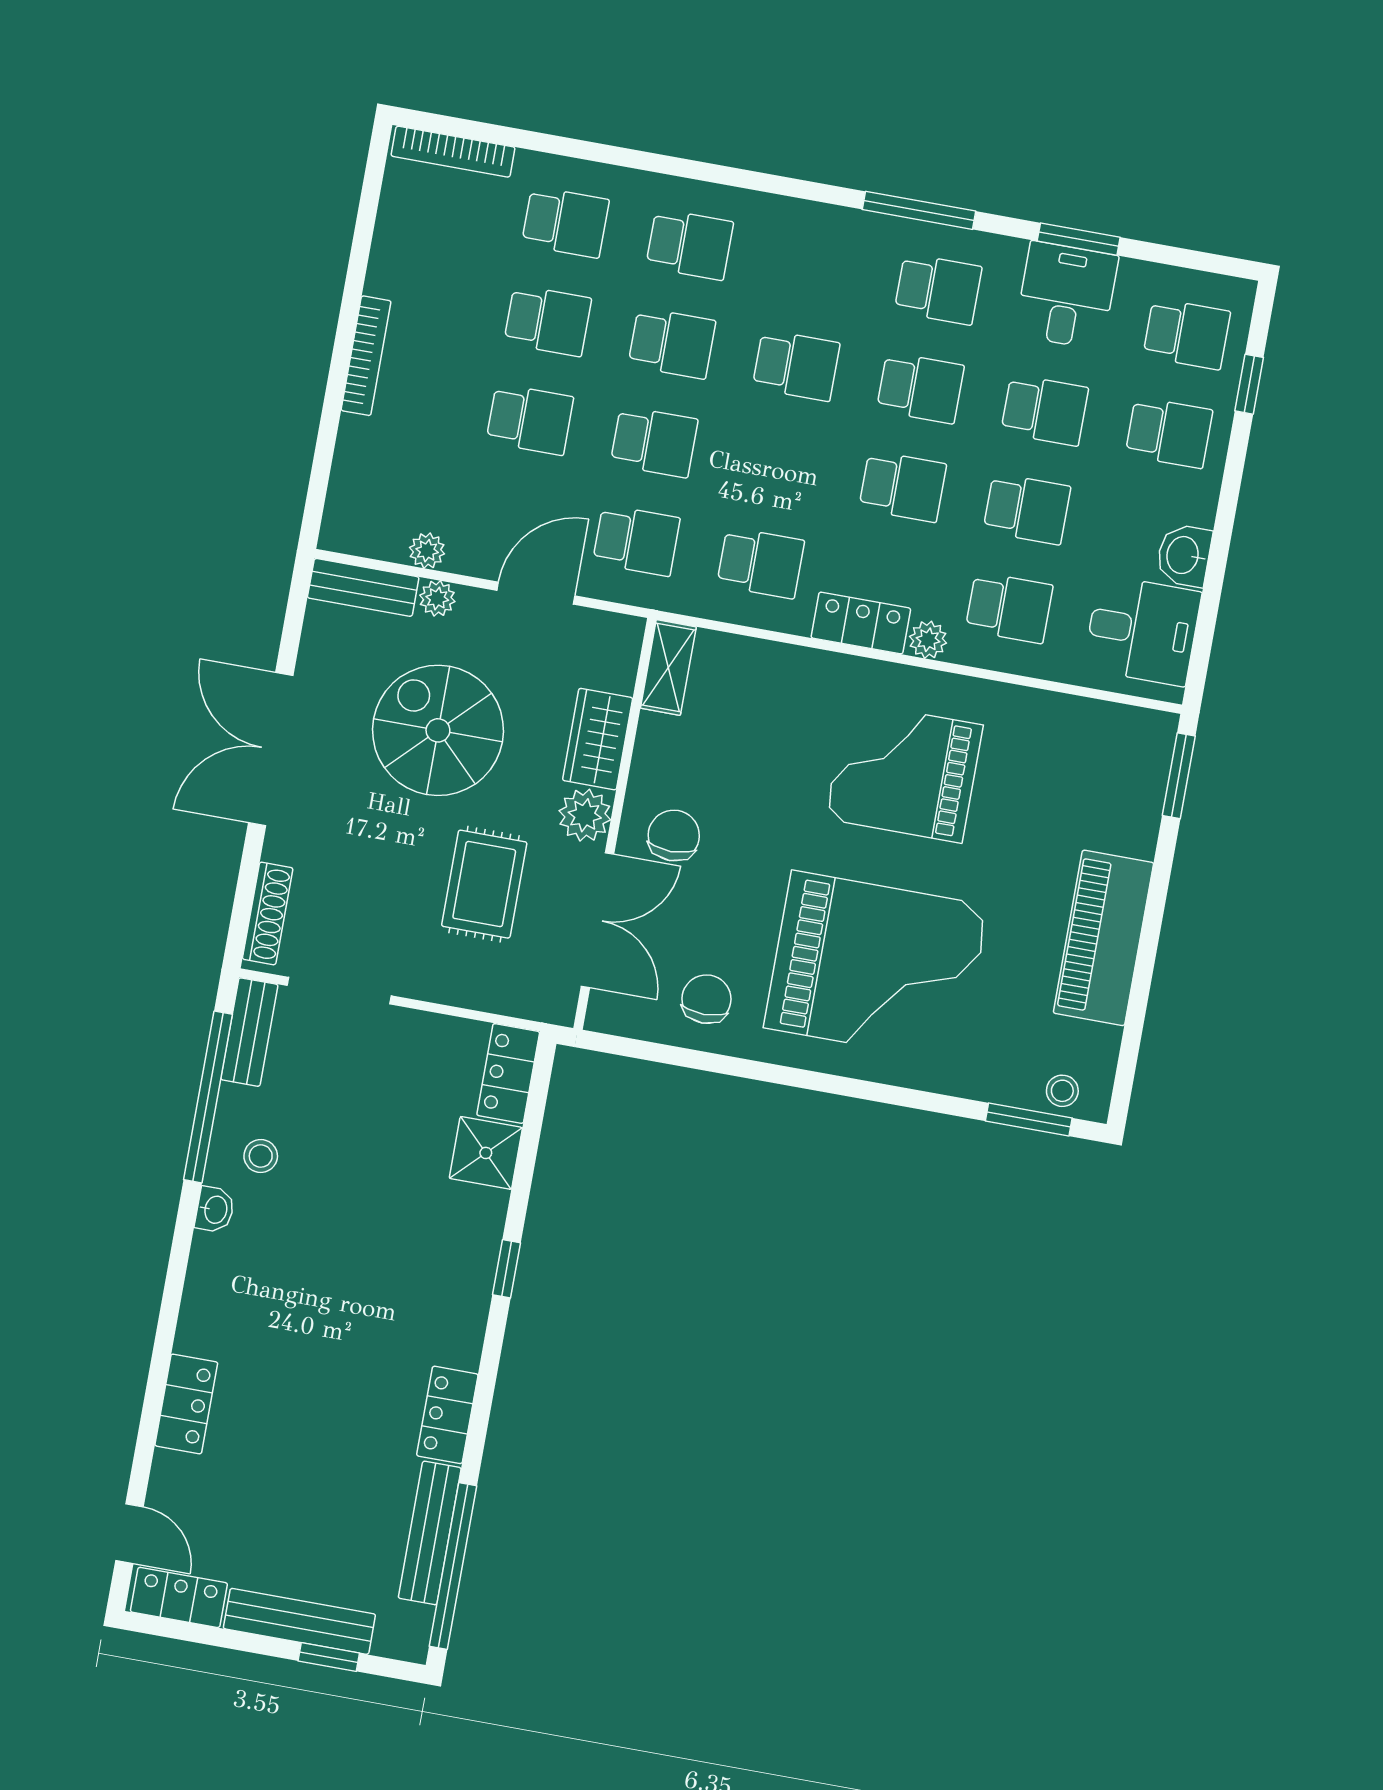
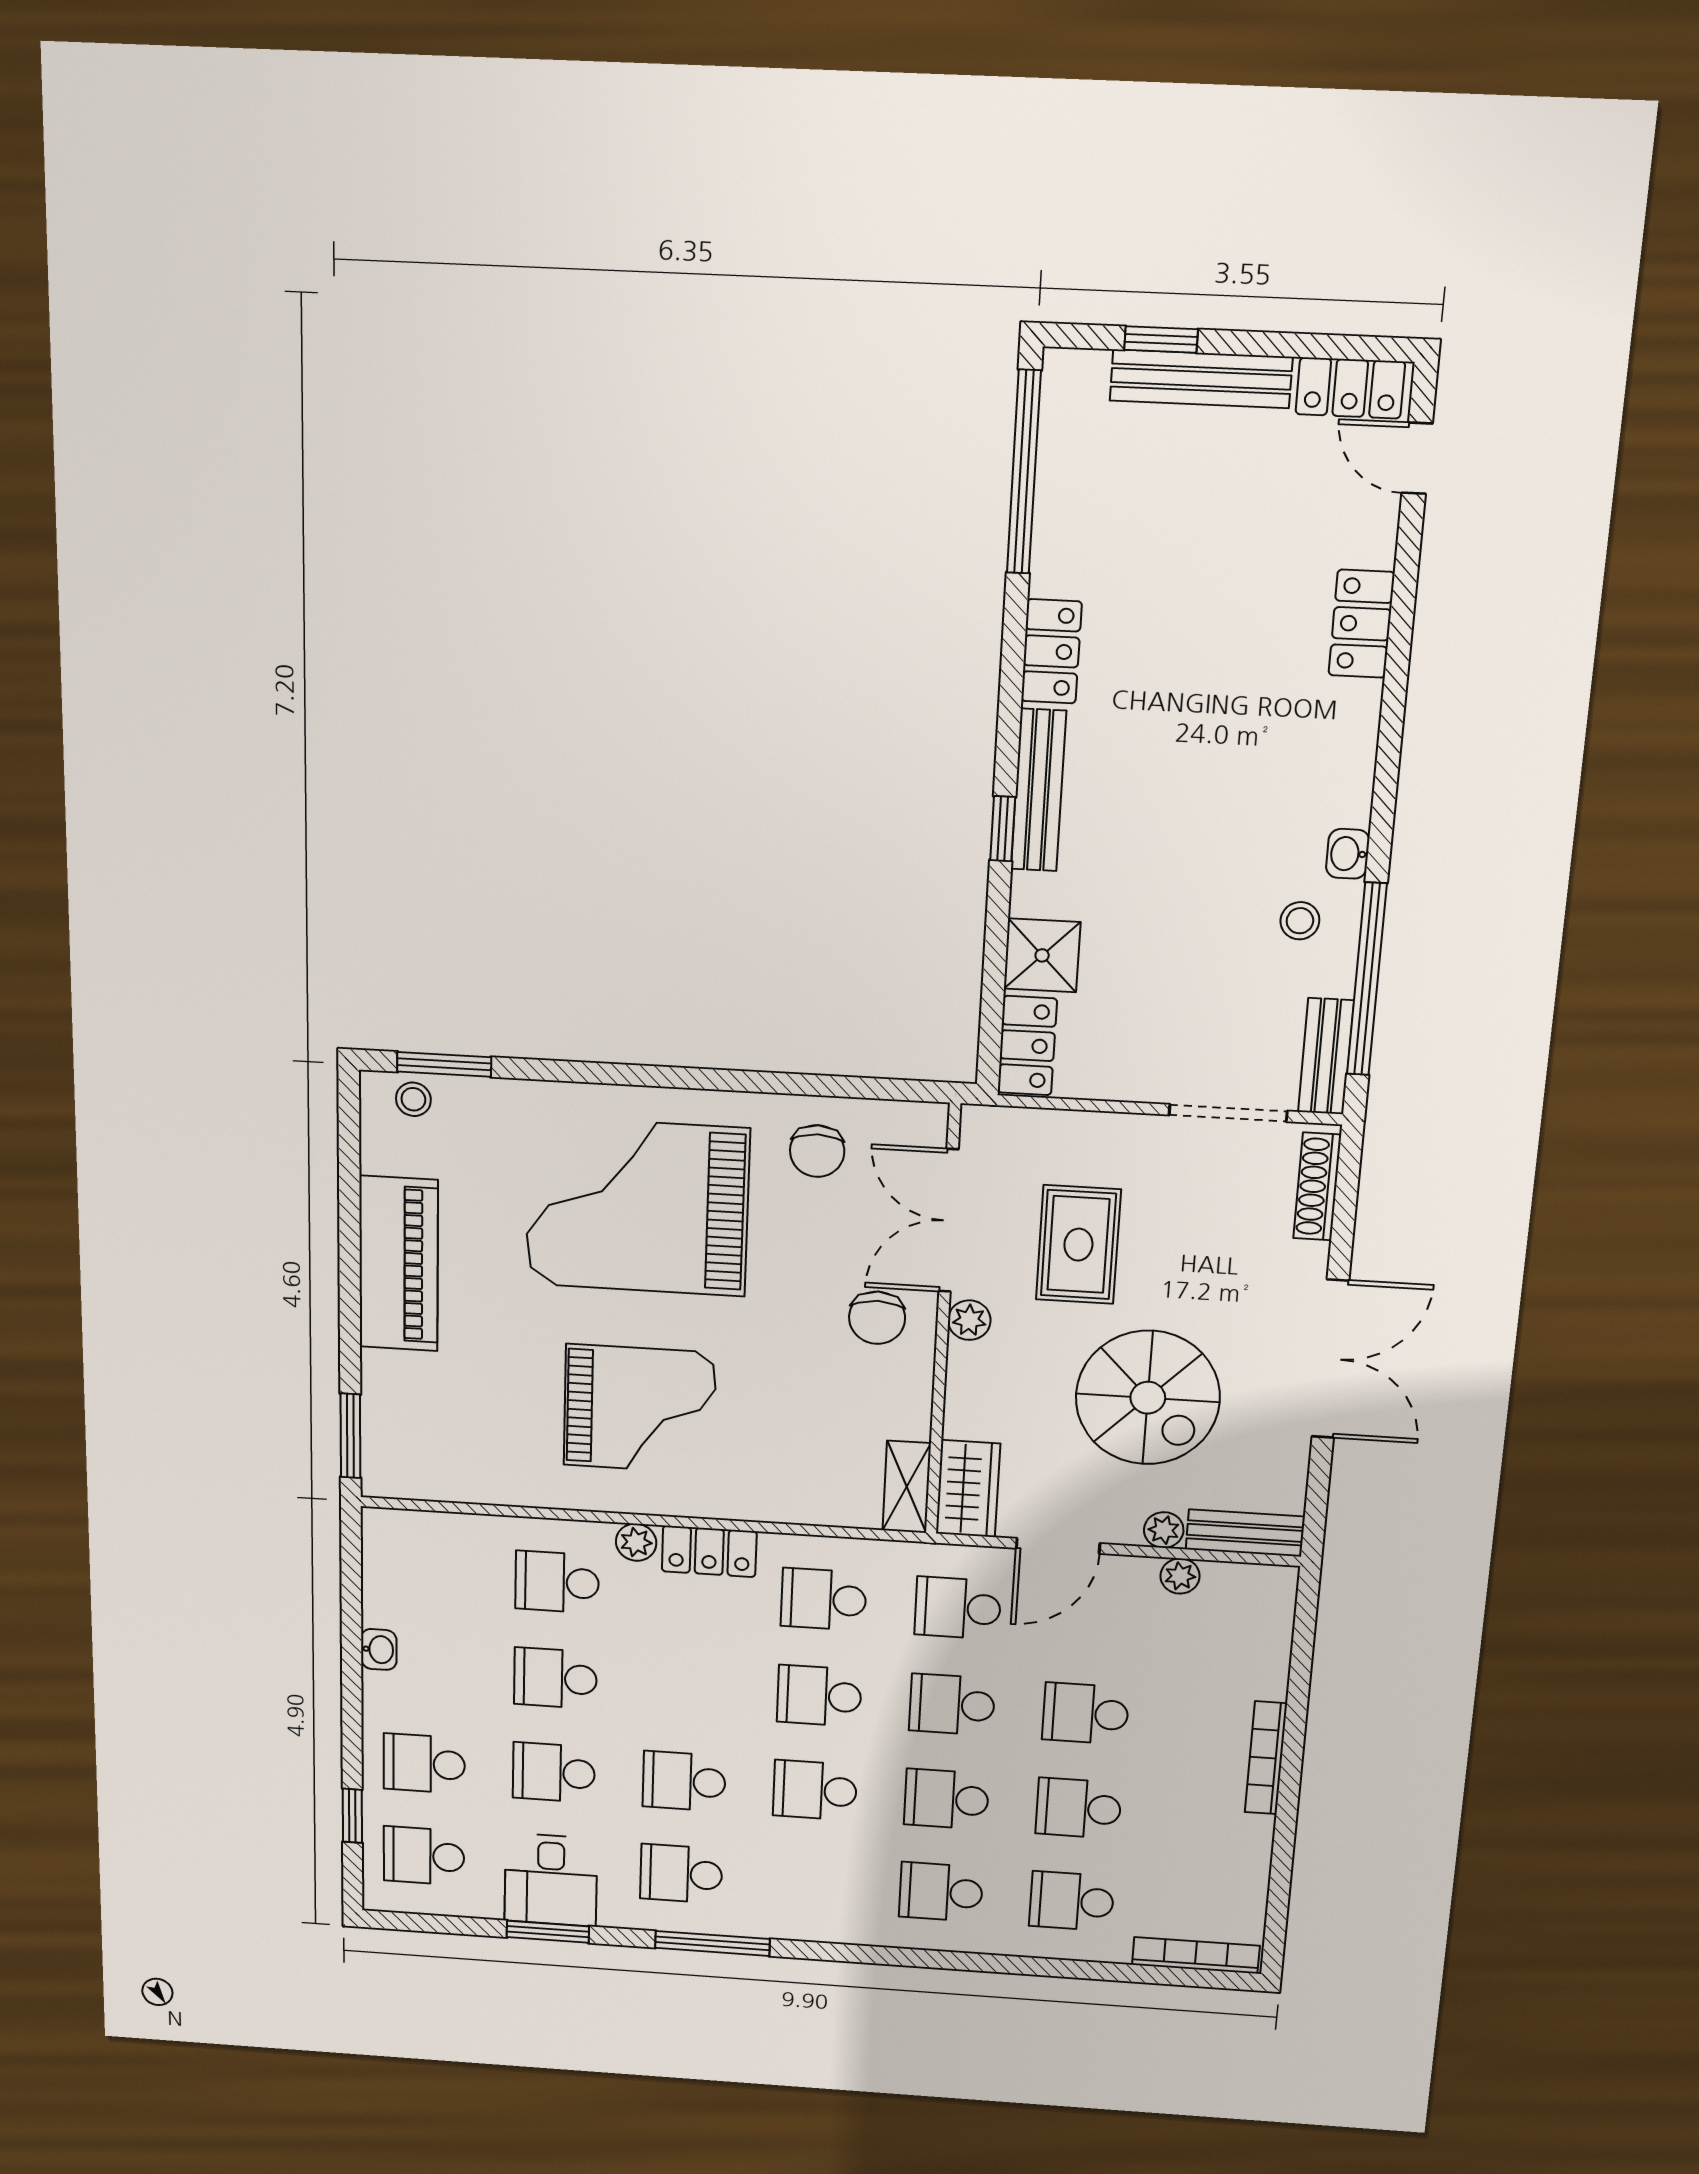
school desk: (903, 487) -> (819, 1696), moved
washbasin: (1184, 555) -> (379, 1649), width x0.72, depth x0.69
desk: (1142, 630) -> (415, 1574), removed
wardrobe: (598, 739) -> (968, 1489), moved
plant: (585, 815) -> (969, 1320), width x0.73, depth x0.73
bench: (430, 1533) -> (1039, 790), moved

